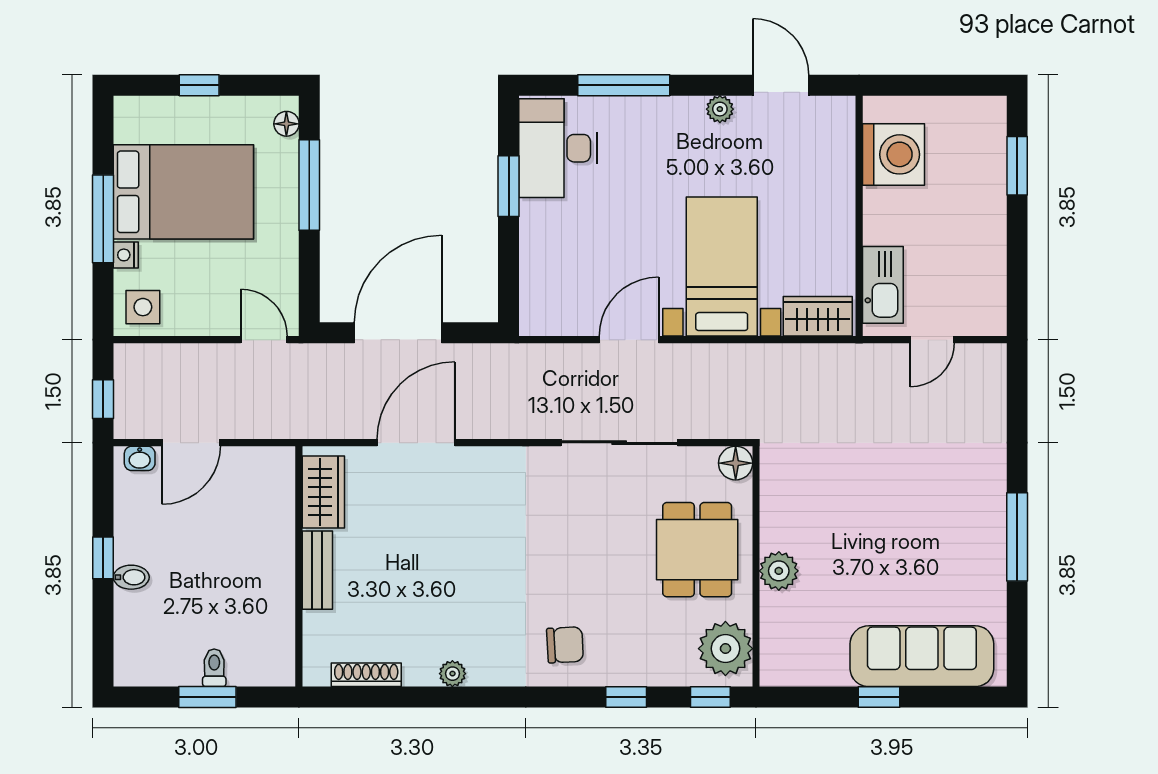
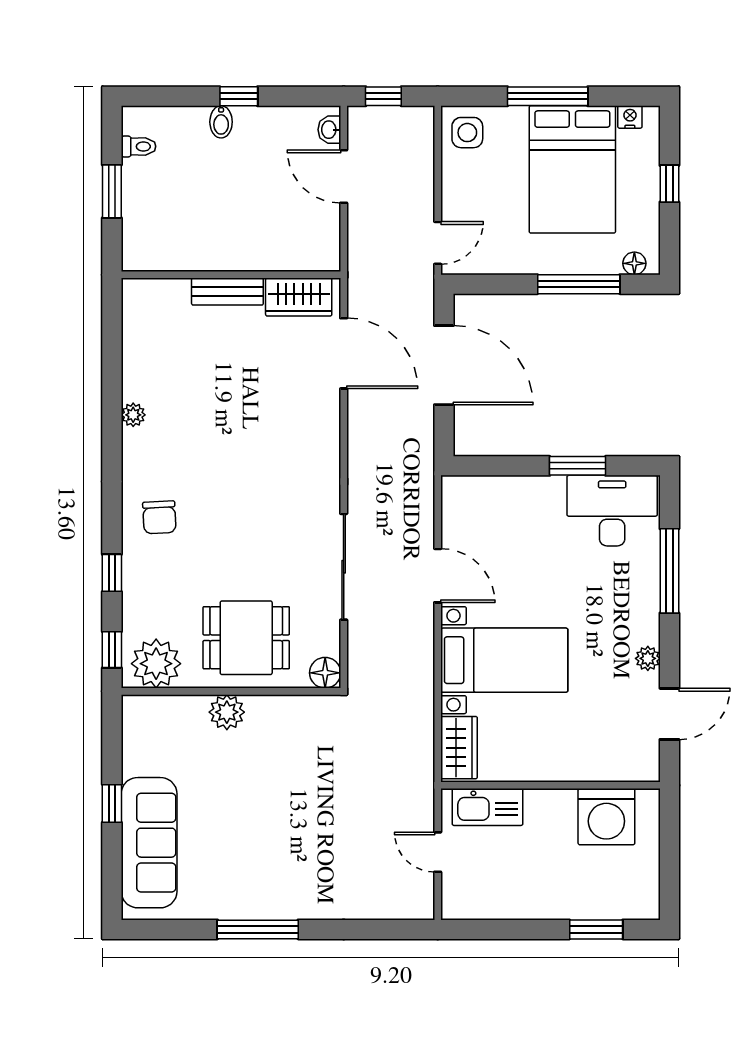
nightstand: (126, 255) -> (630, 117), moved
door: (416, 443) -> (344, 353), moved
toilet: (214, 668) -> (139, 146), moved
shoe rack: (366, 675) -> (132, 336), removed

